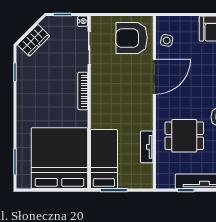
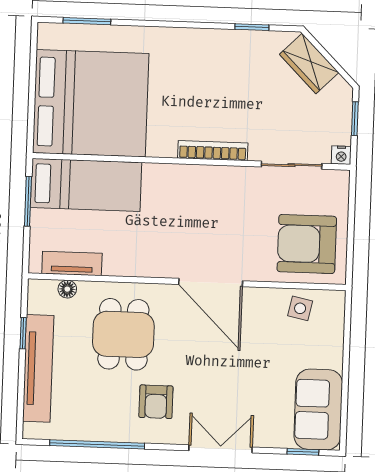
armchair: (132, 38) -> (307, 244), turned -90
door: (154, 77) -> (211, 283), moved
tv unit: (147, 147) -> (72, 263), moved
floor lamp: (161, 167) -> (67, 289), added

